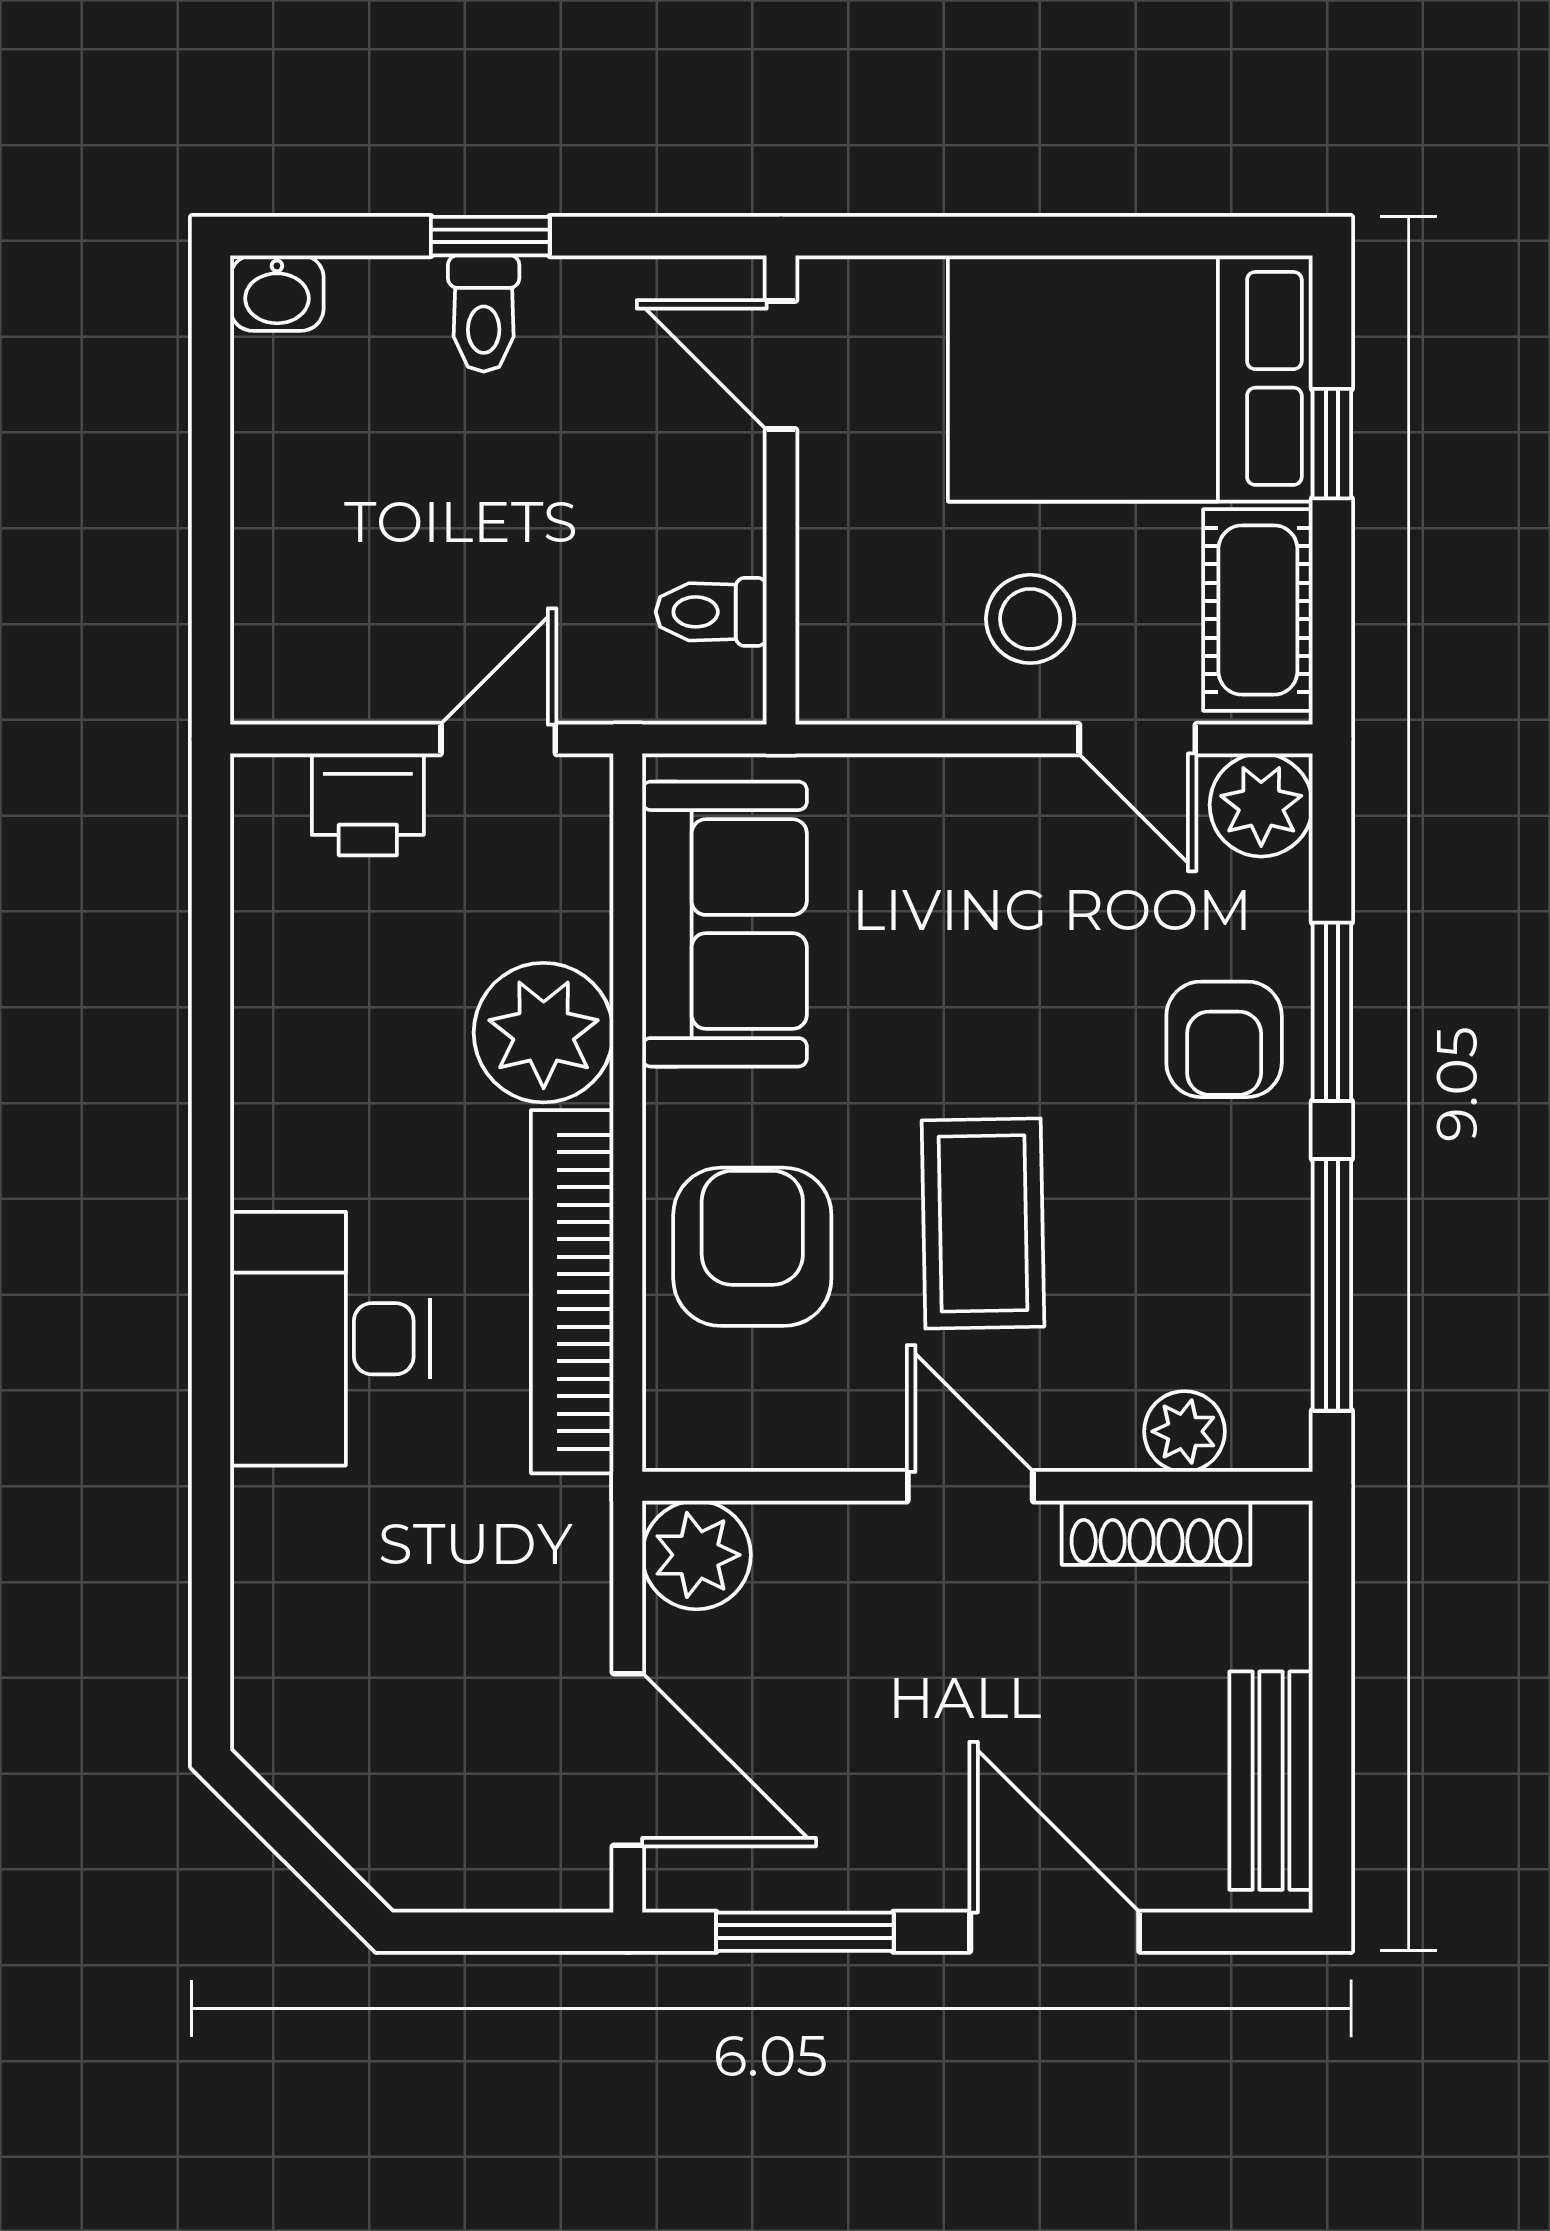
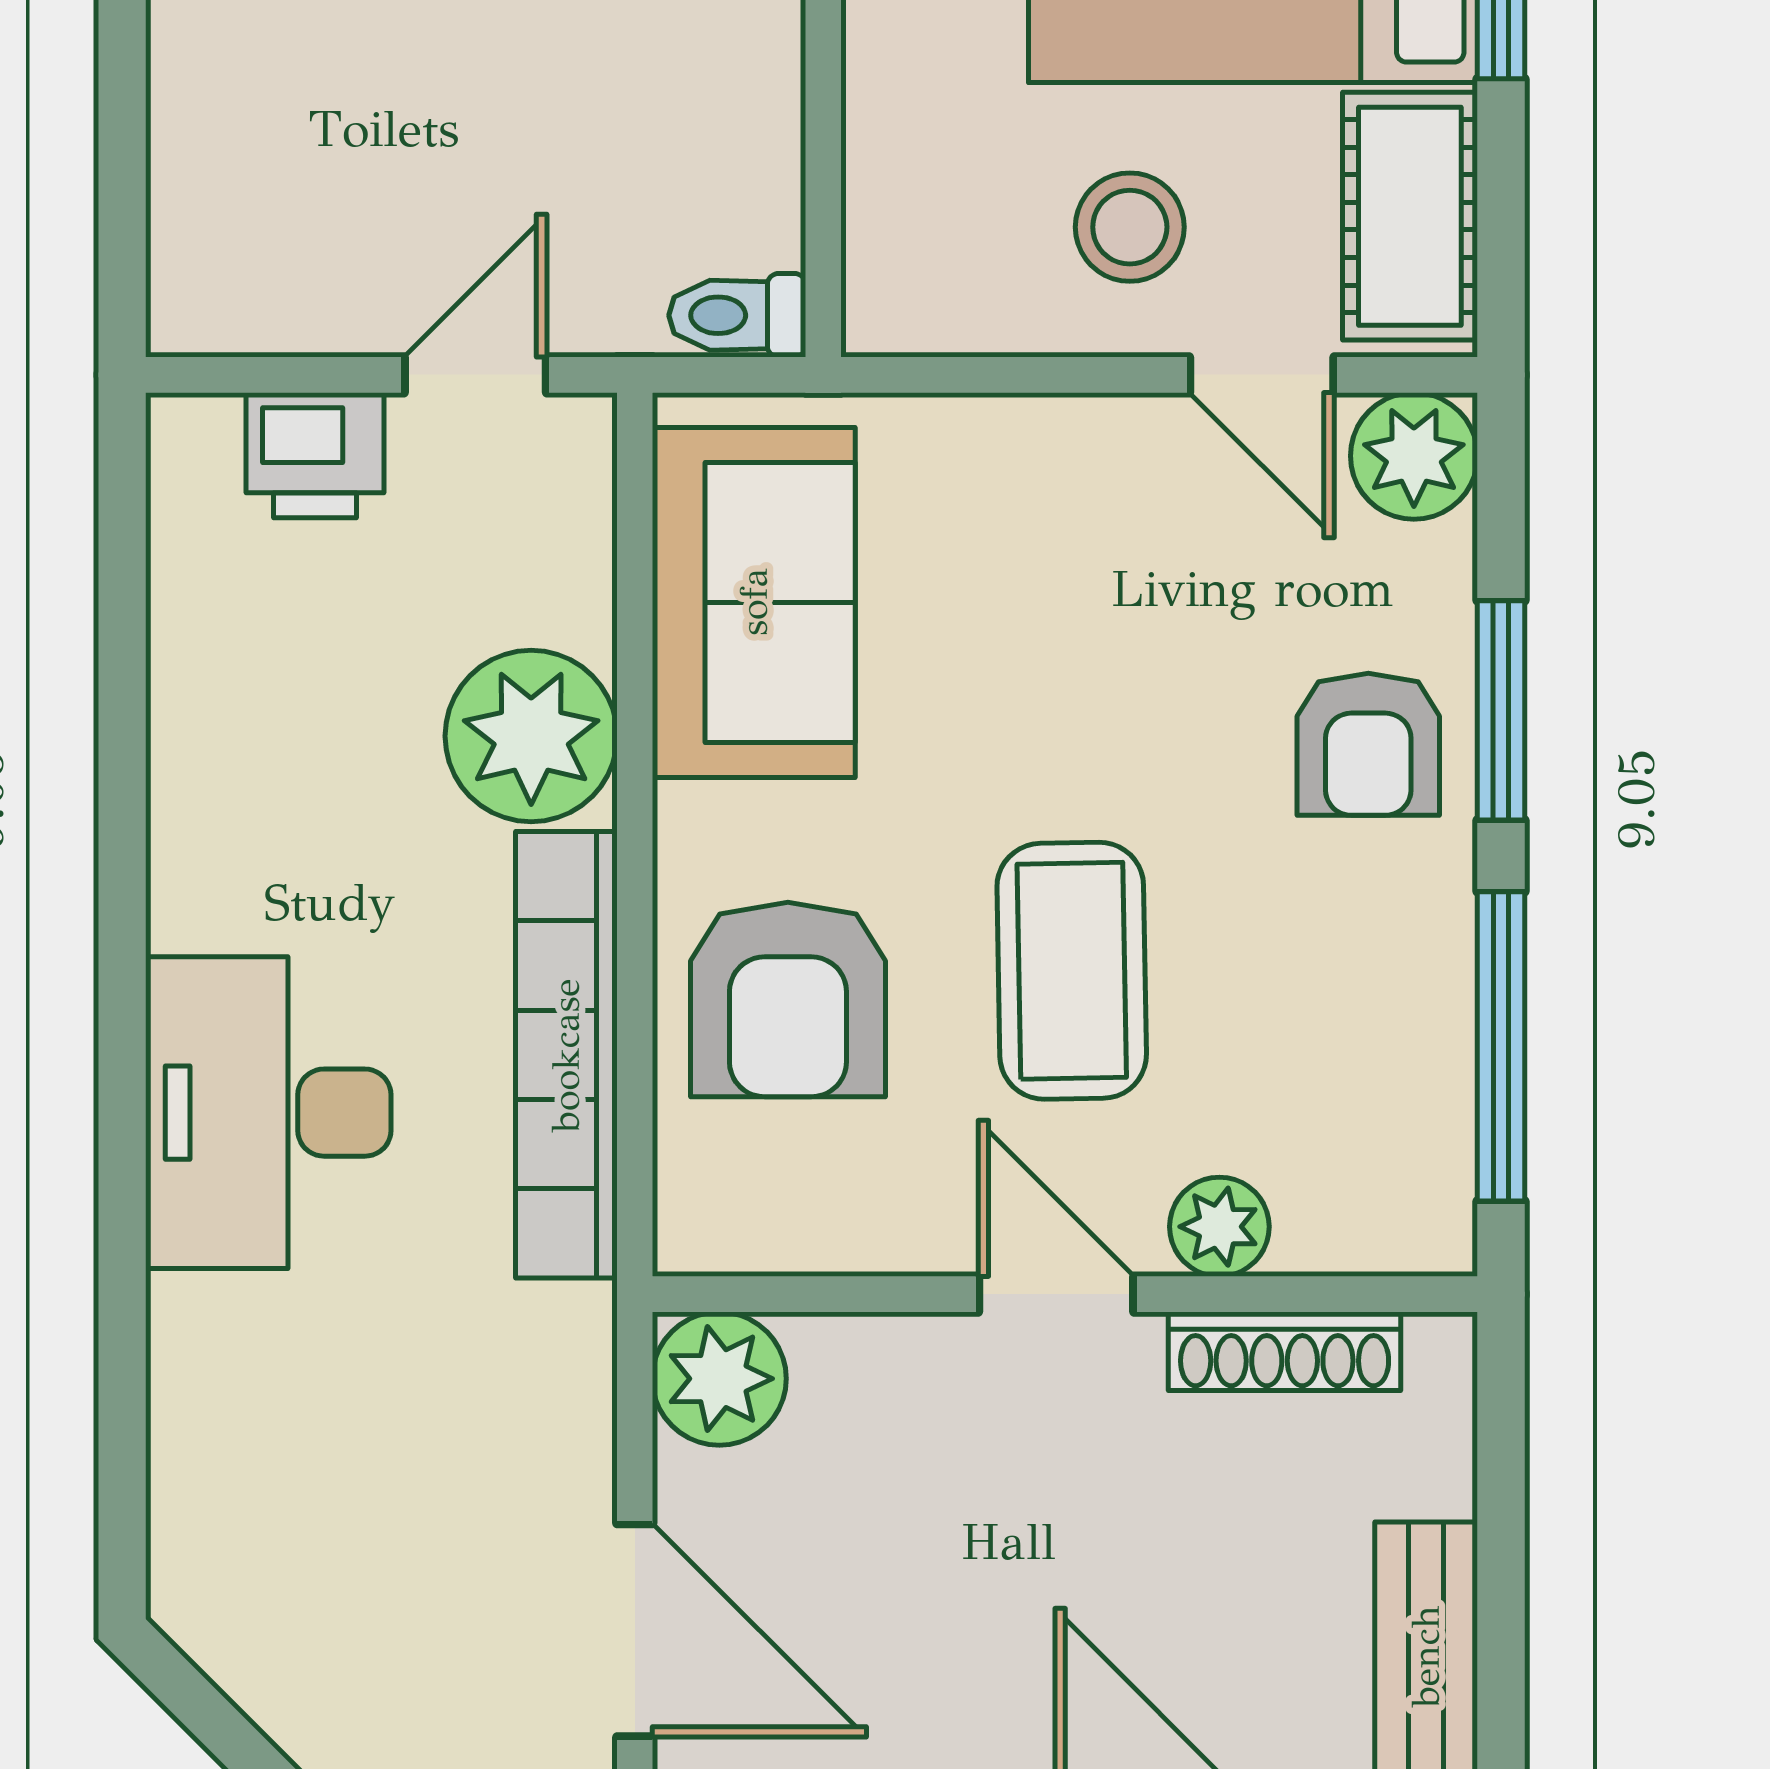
toilet: (711, 612) -> (737, 315), moved
armchair: (752, 1247) -> (788, 1000), turned 180
plant: (1184, 1431) -> (1219, 1227), moved

